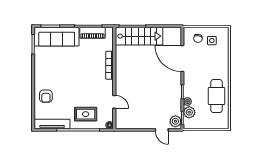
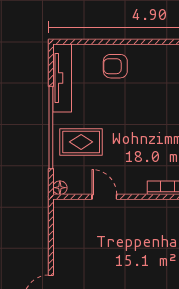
door: (114, 102) -> (104, 197), swing flipped
rug: (86, 114) -> (81, 142), turned 90

